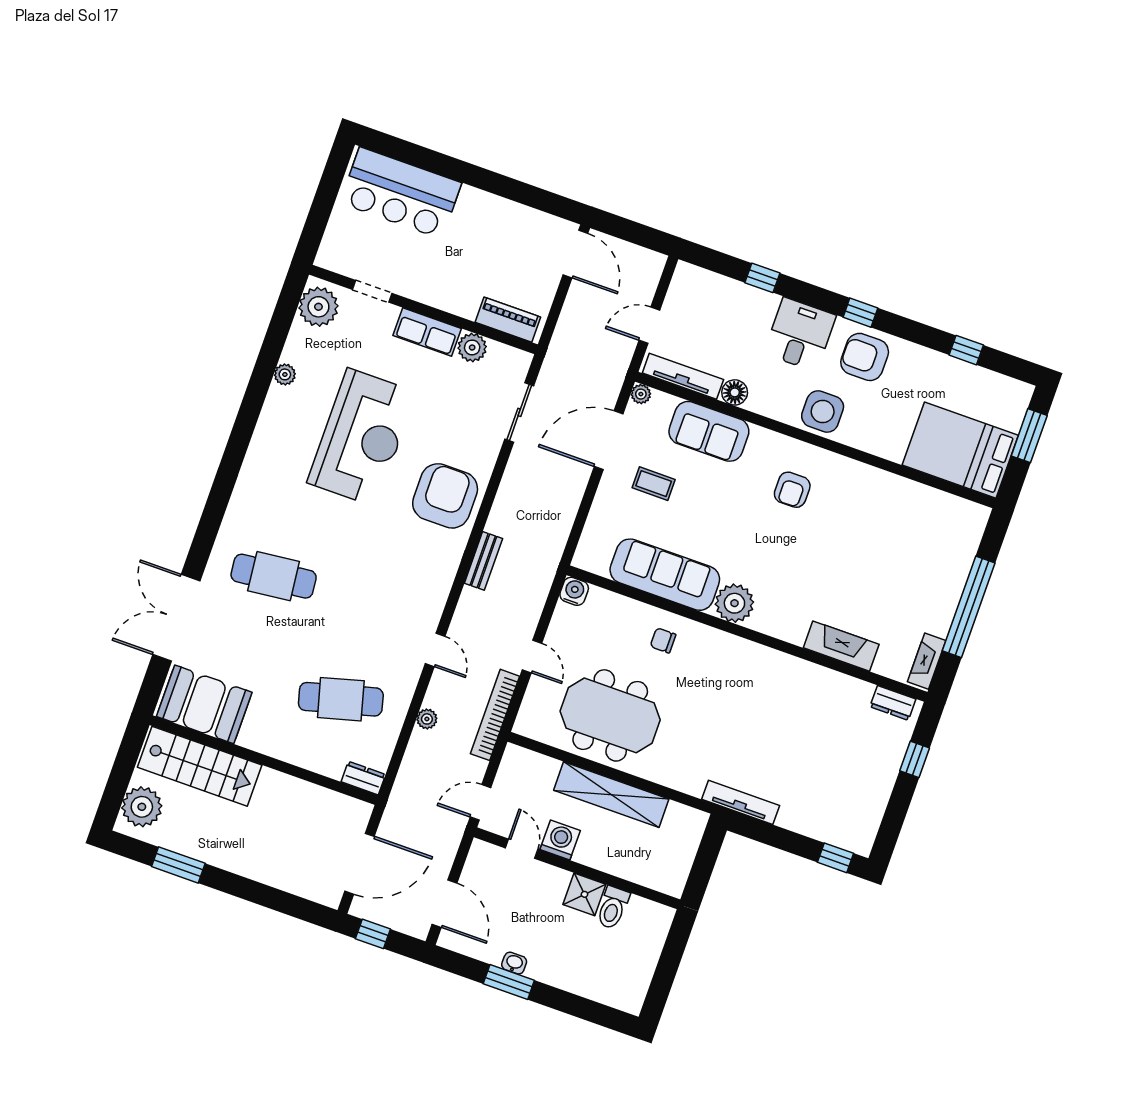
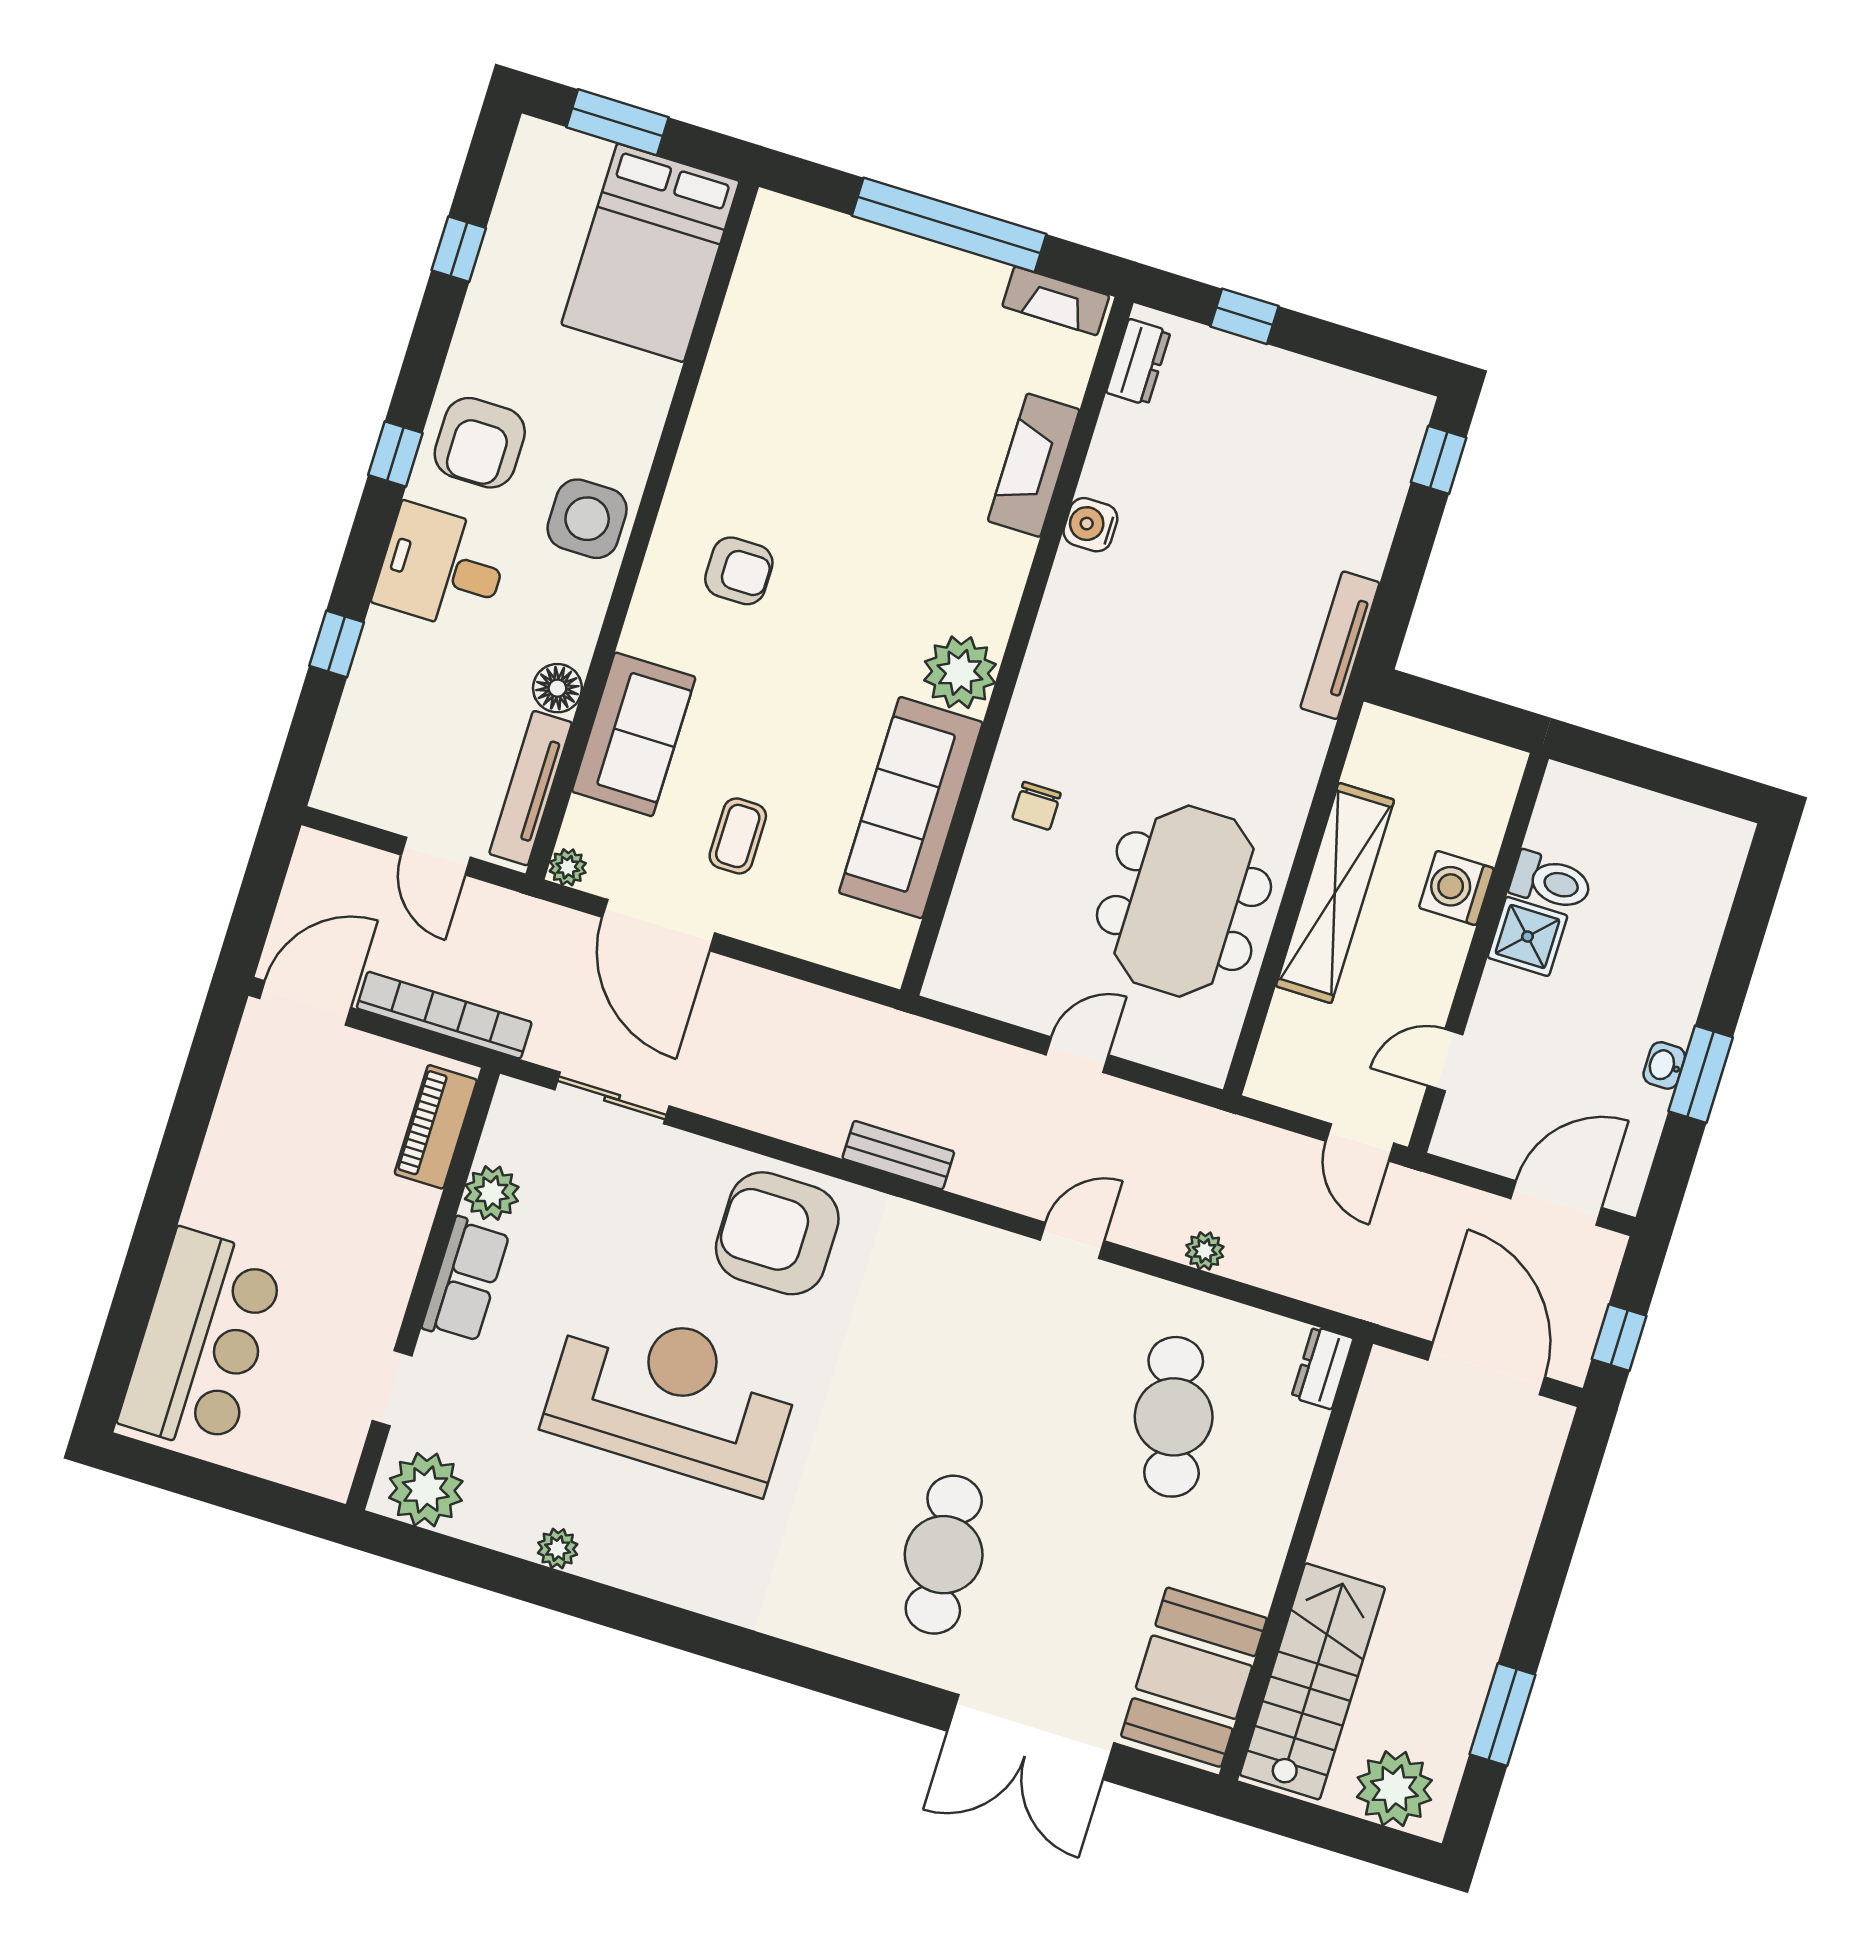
water cooler: (574, 591) -> (1090, 525), moved
bookcase: (495, 715) -> (444, 1015), moved, turned 180
washing machine: (560, 840) -> (1456, 888), moved

